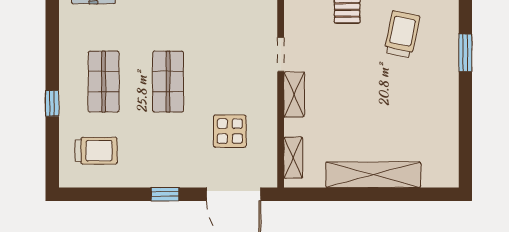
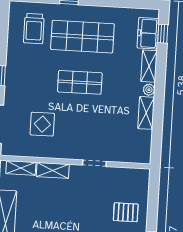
shop shelf: (104, 82) -> (82, 37), width x1.43, depth x1.36
shelving: (294, 94) -> (53, 170), moved

